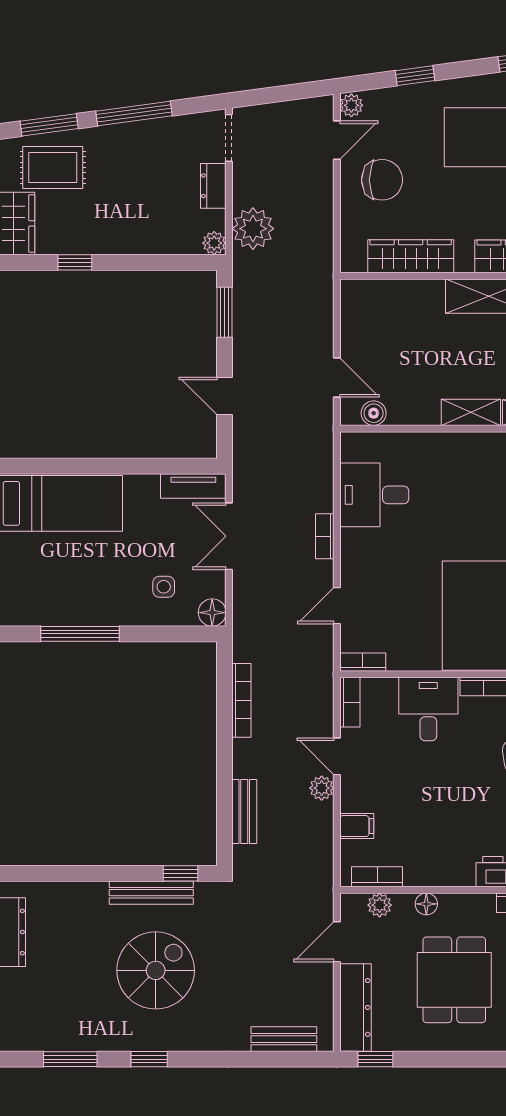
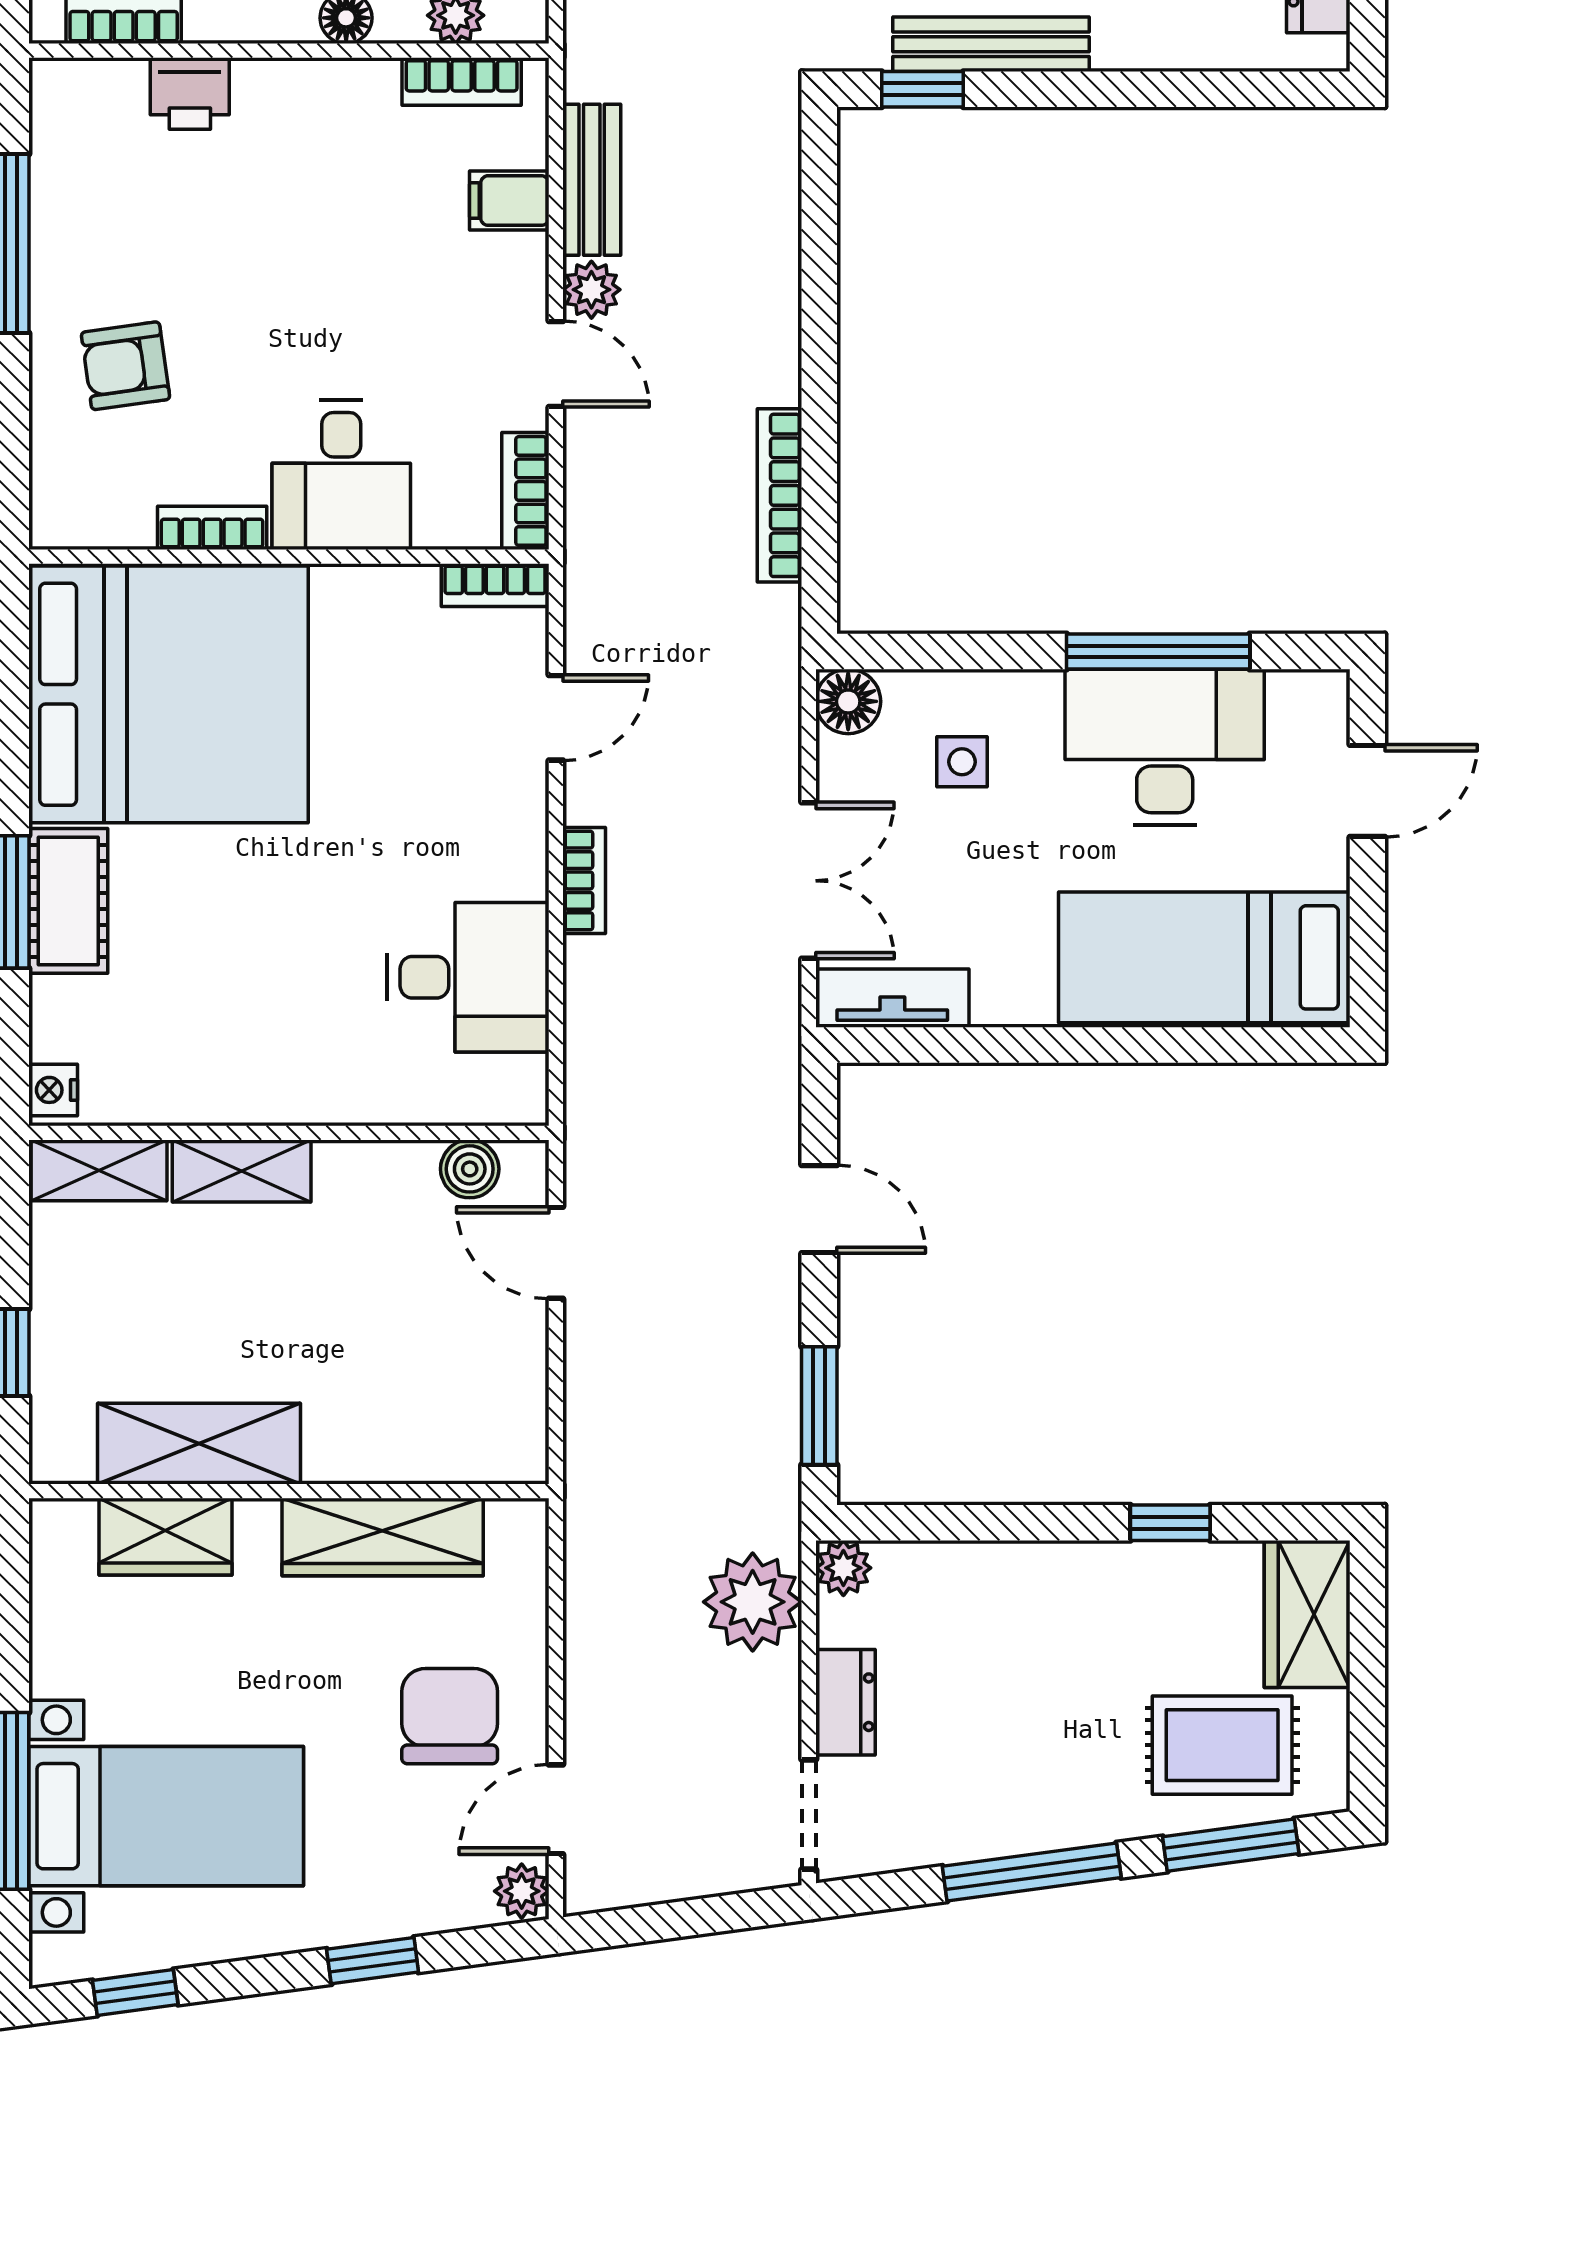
chair: (382, 180) -> (450, 1716), turned 90
desk: (77, 593) -> (1165, 747), added
bench: (244, 812) -> (592, 180), moved

